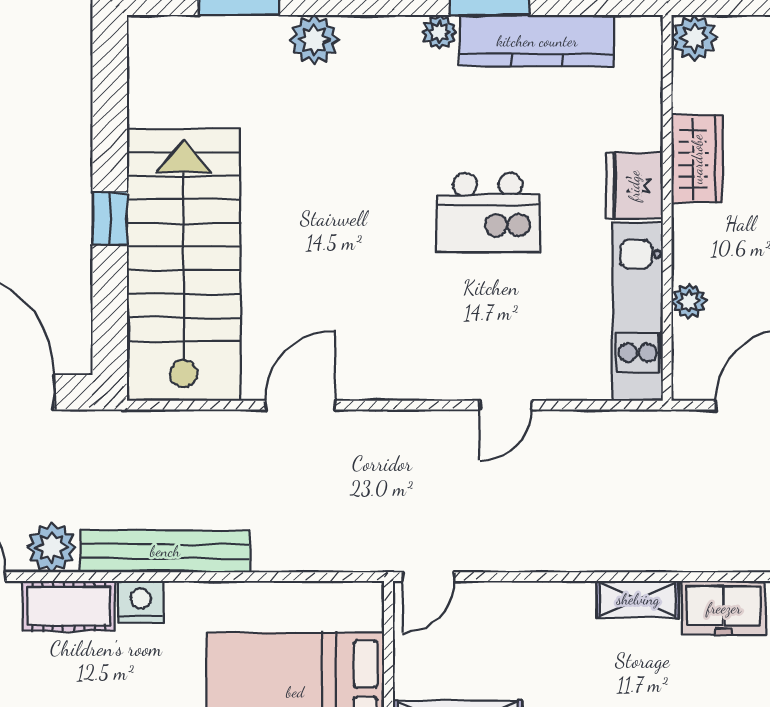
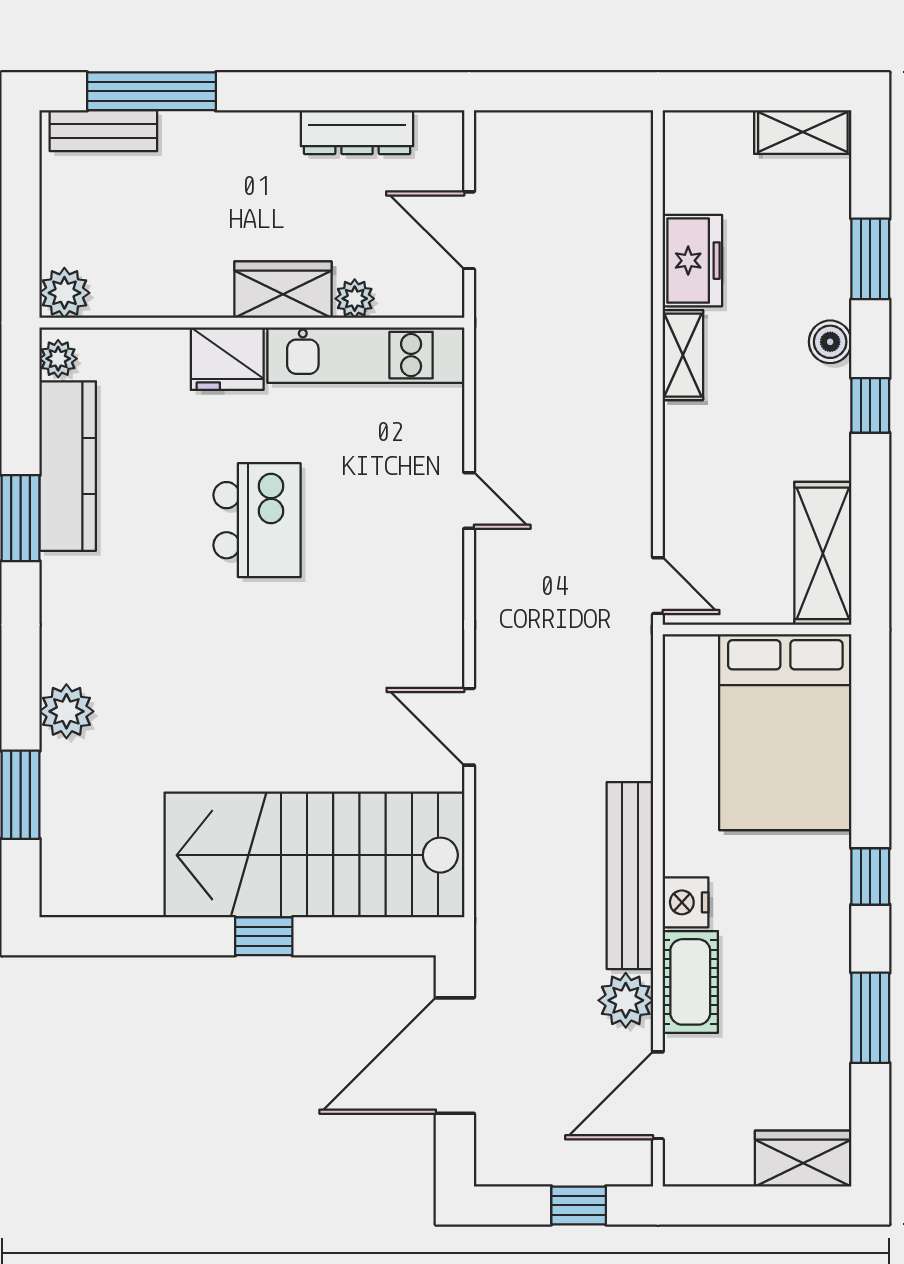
plant: (439, 32) -> (58, 359), moved
wardrobe: (697, 159) -> (283, 290), moved

